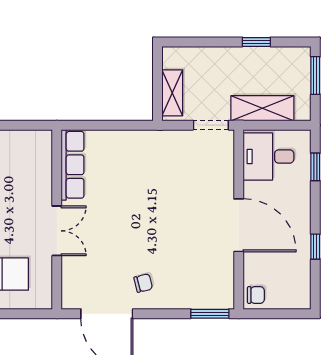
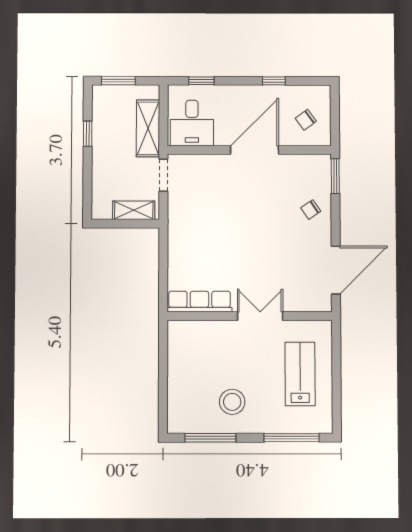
chair: (143, 283) -> (311, 210), moved, turned -110
chair: (256, 295) -> (306, 120), moved, turned -126

